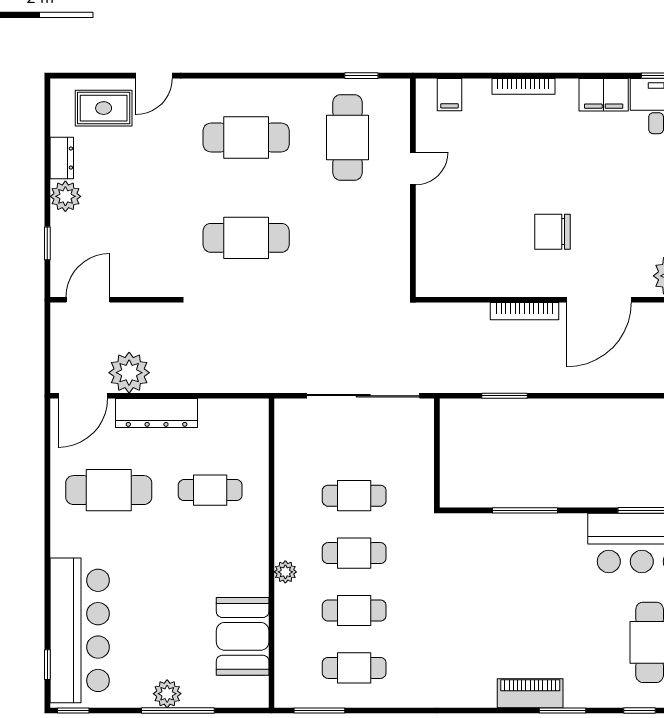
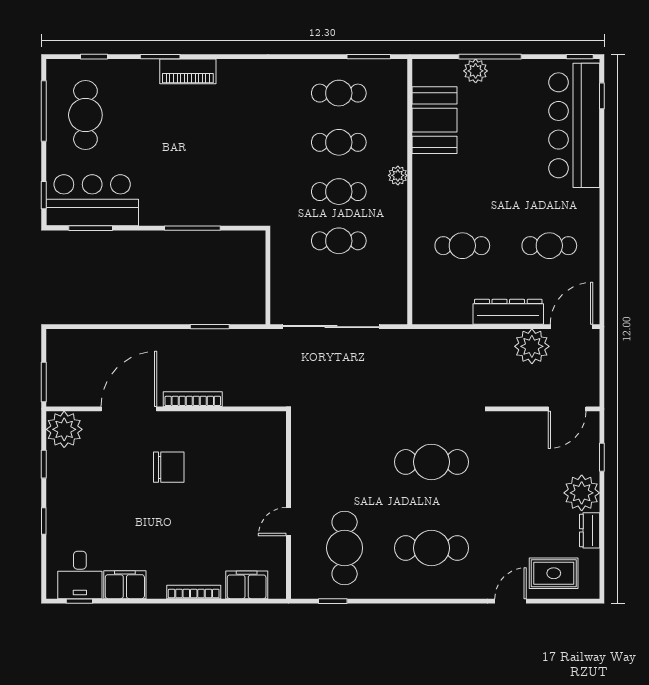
filing cabinet: (449, 95) -> (247, 585), width x2.00
plant: (65, 196) -> (582, 493), width x1.36, depth x1.36
cafe table: (109, 490) -> (549, 246), width x0.73, depth x0.74
plant: (167, 694) -> (476, 71), moved

